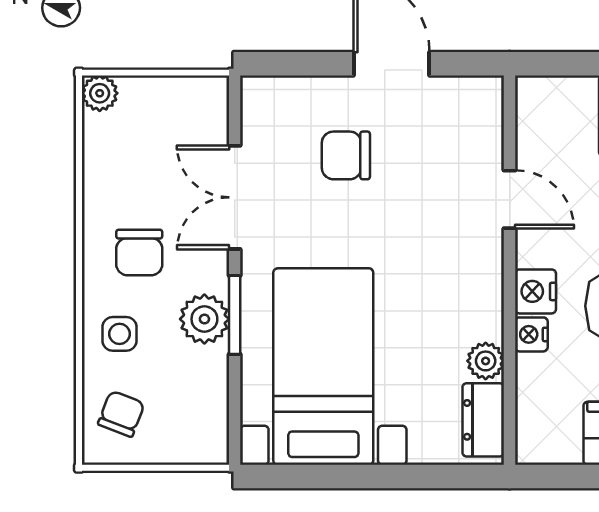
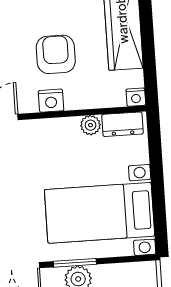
nightstand: (531, 334) -> (136, 97), moved

